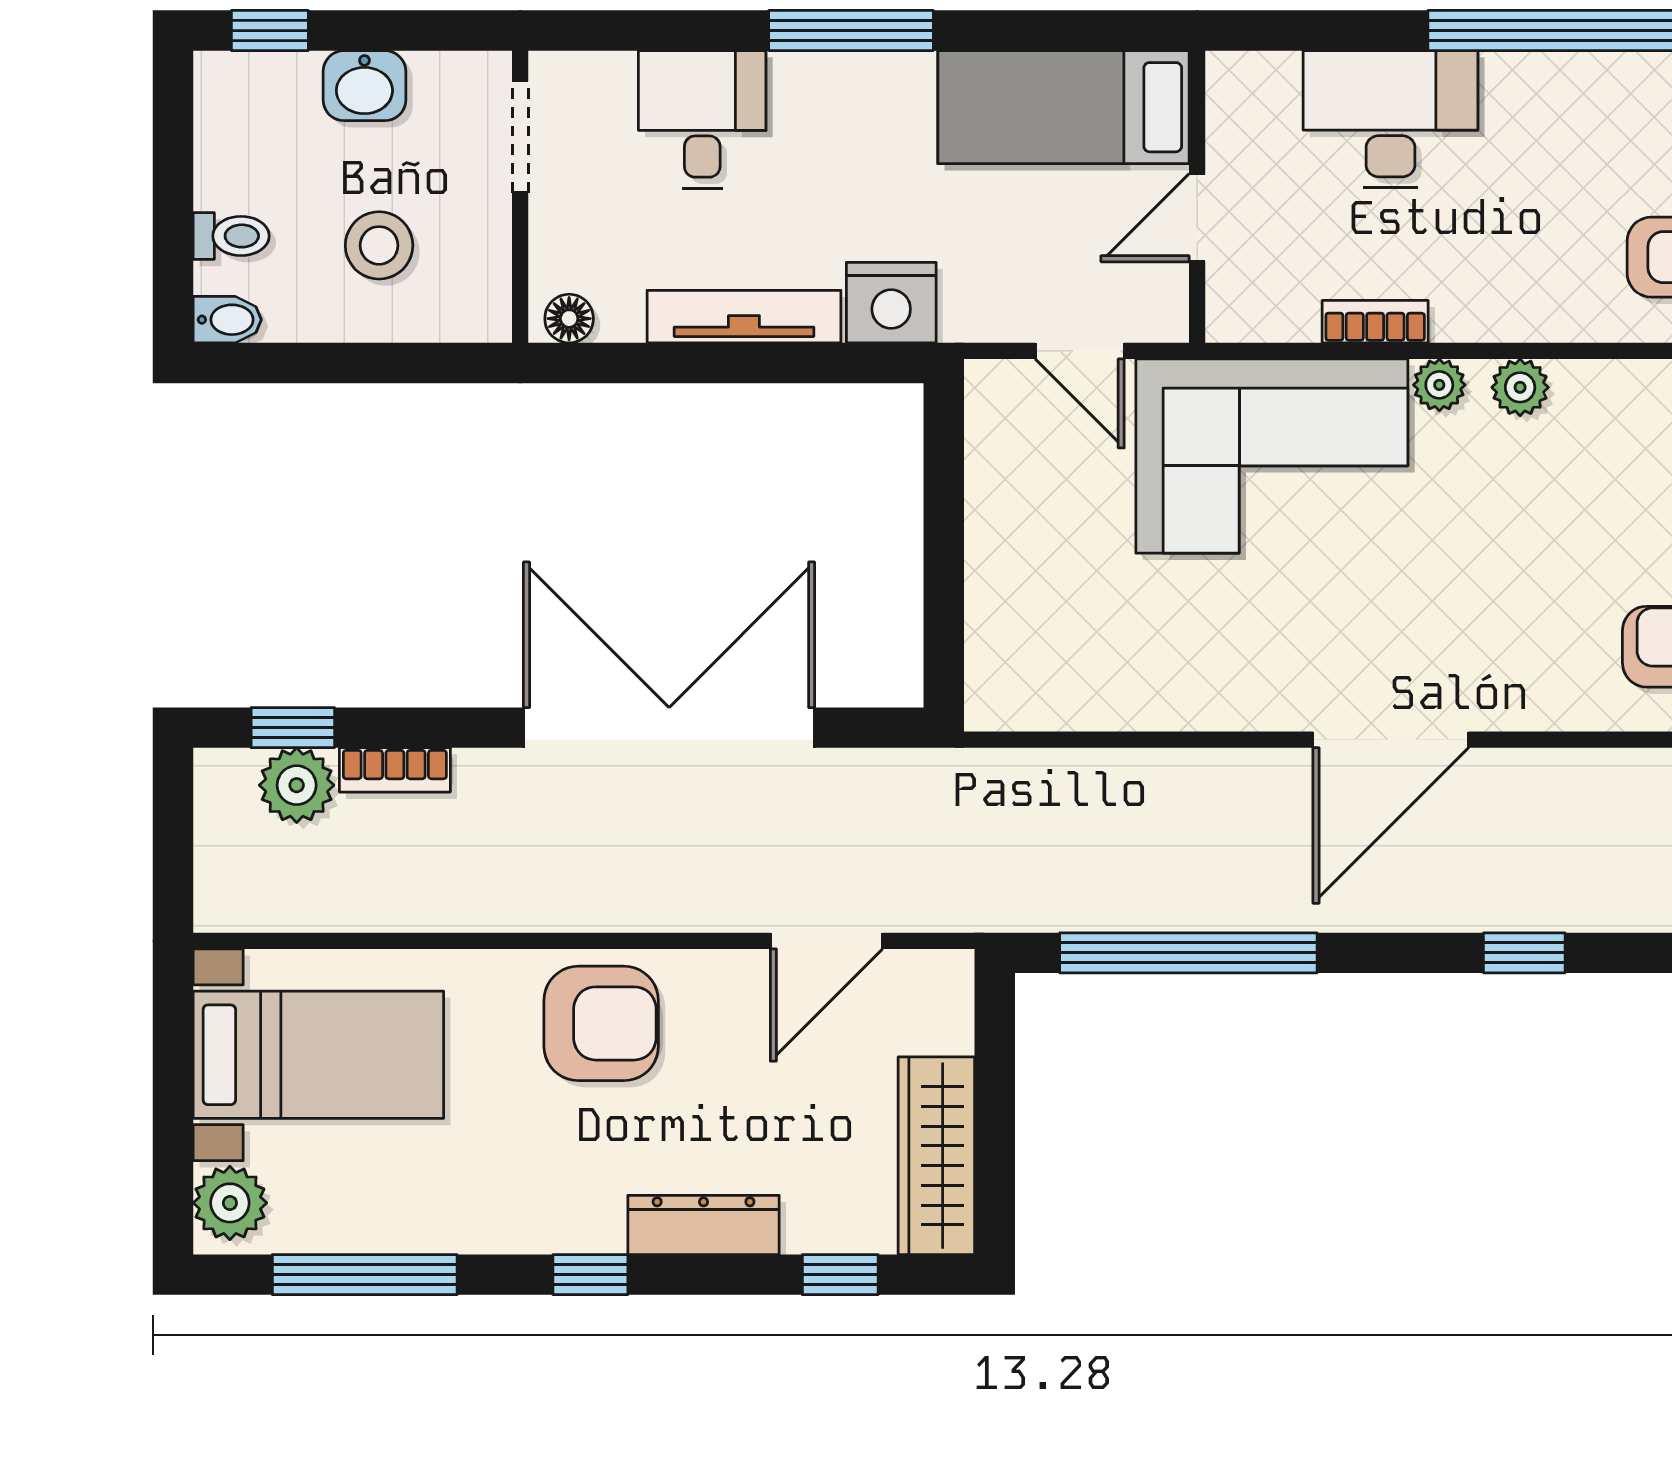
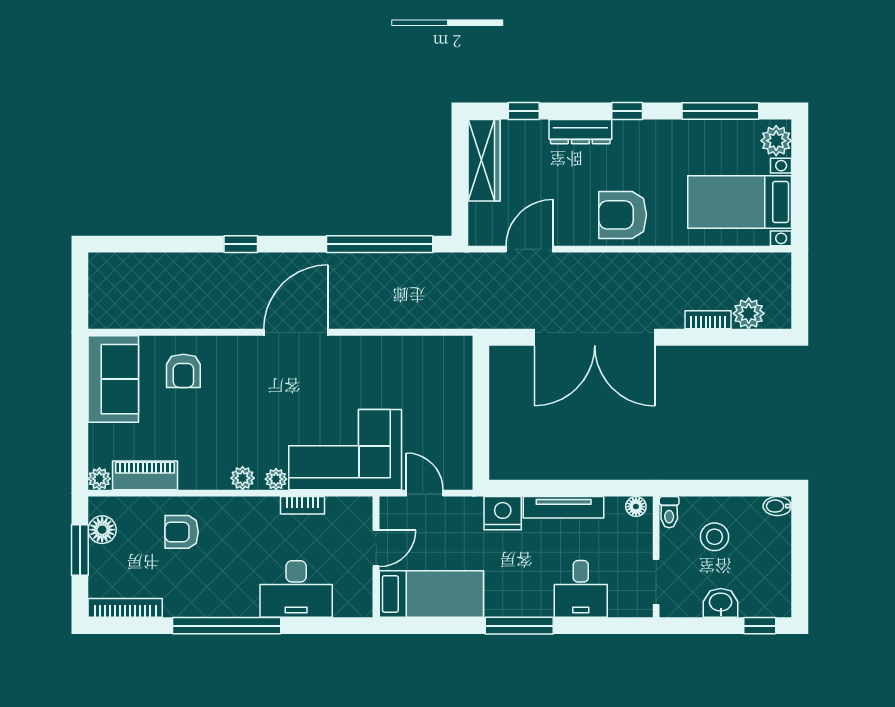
toilet: (231, 236) -> (669, 512), moved, turned -90
window: (293, 728) -> (750, 337), removed

